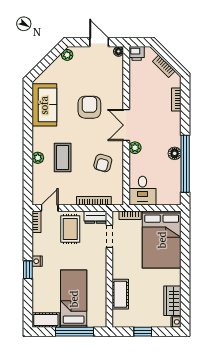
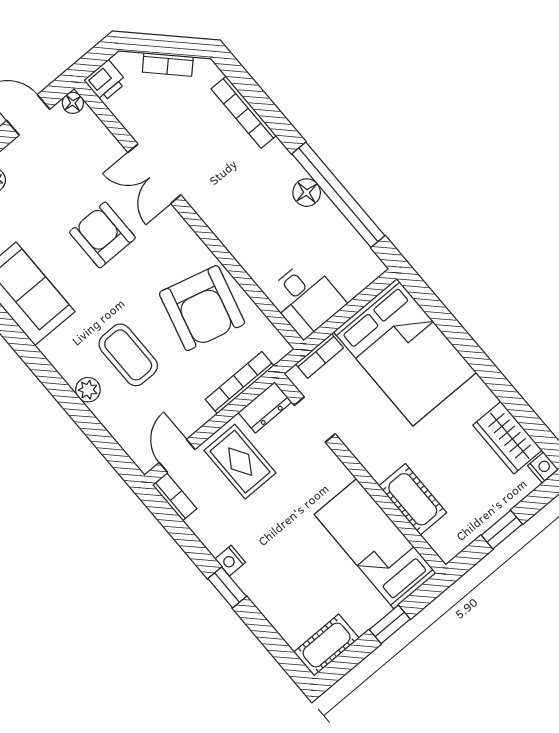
bookcase: (176, 99) -> (244, 112), width x1.56
double door: (126, 125) -> (154, 174), moved
plant: (135, 148) -> (234, 238), removed
armchair: (103, 163) -> (202, 308), width x1.88, depth x1.88
bed: (74, 299) -> (375, 544), moved
window: (75, 332) -> (390, 624), width x0.46

